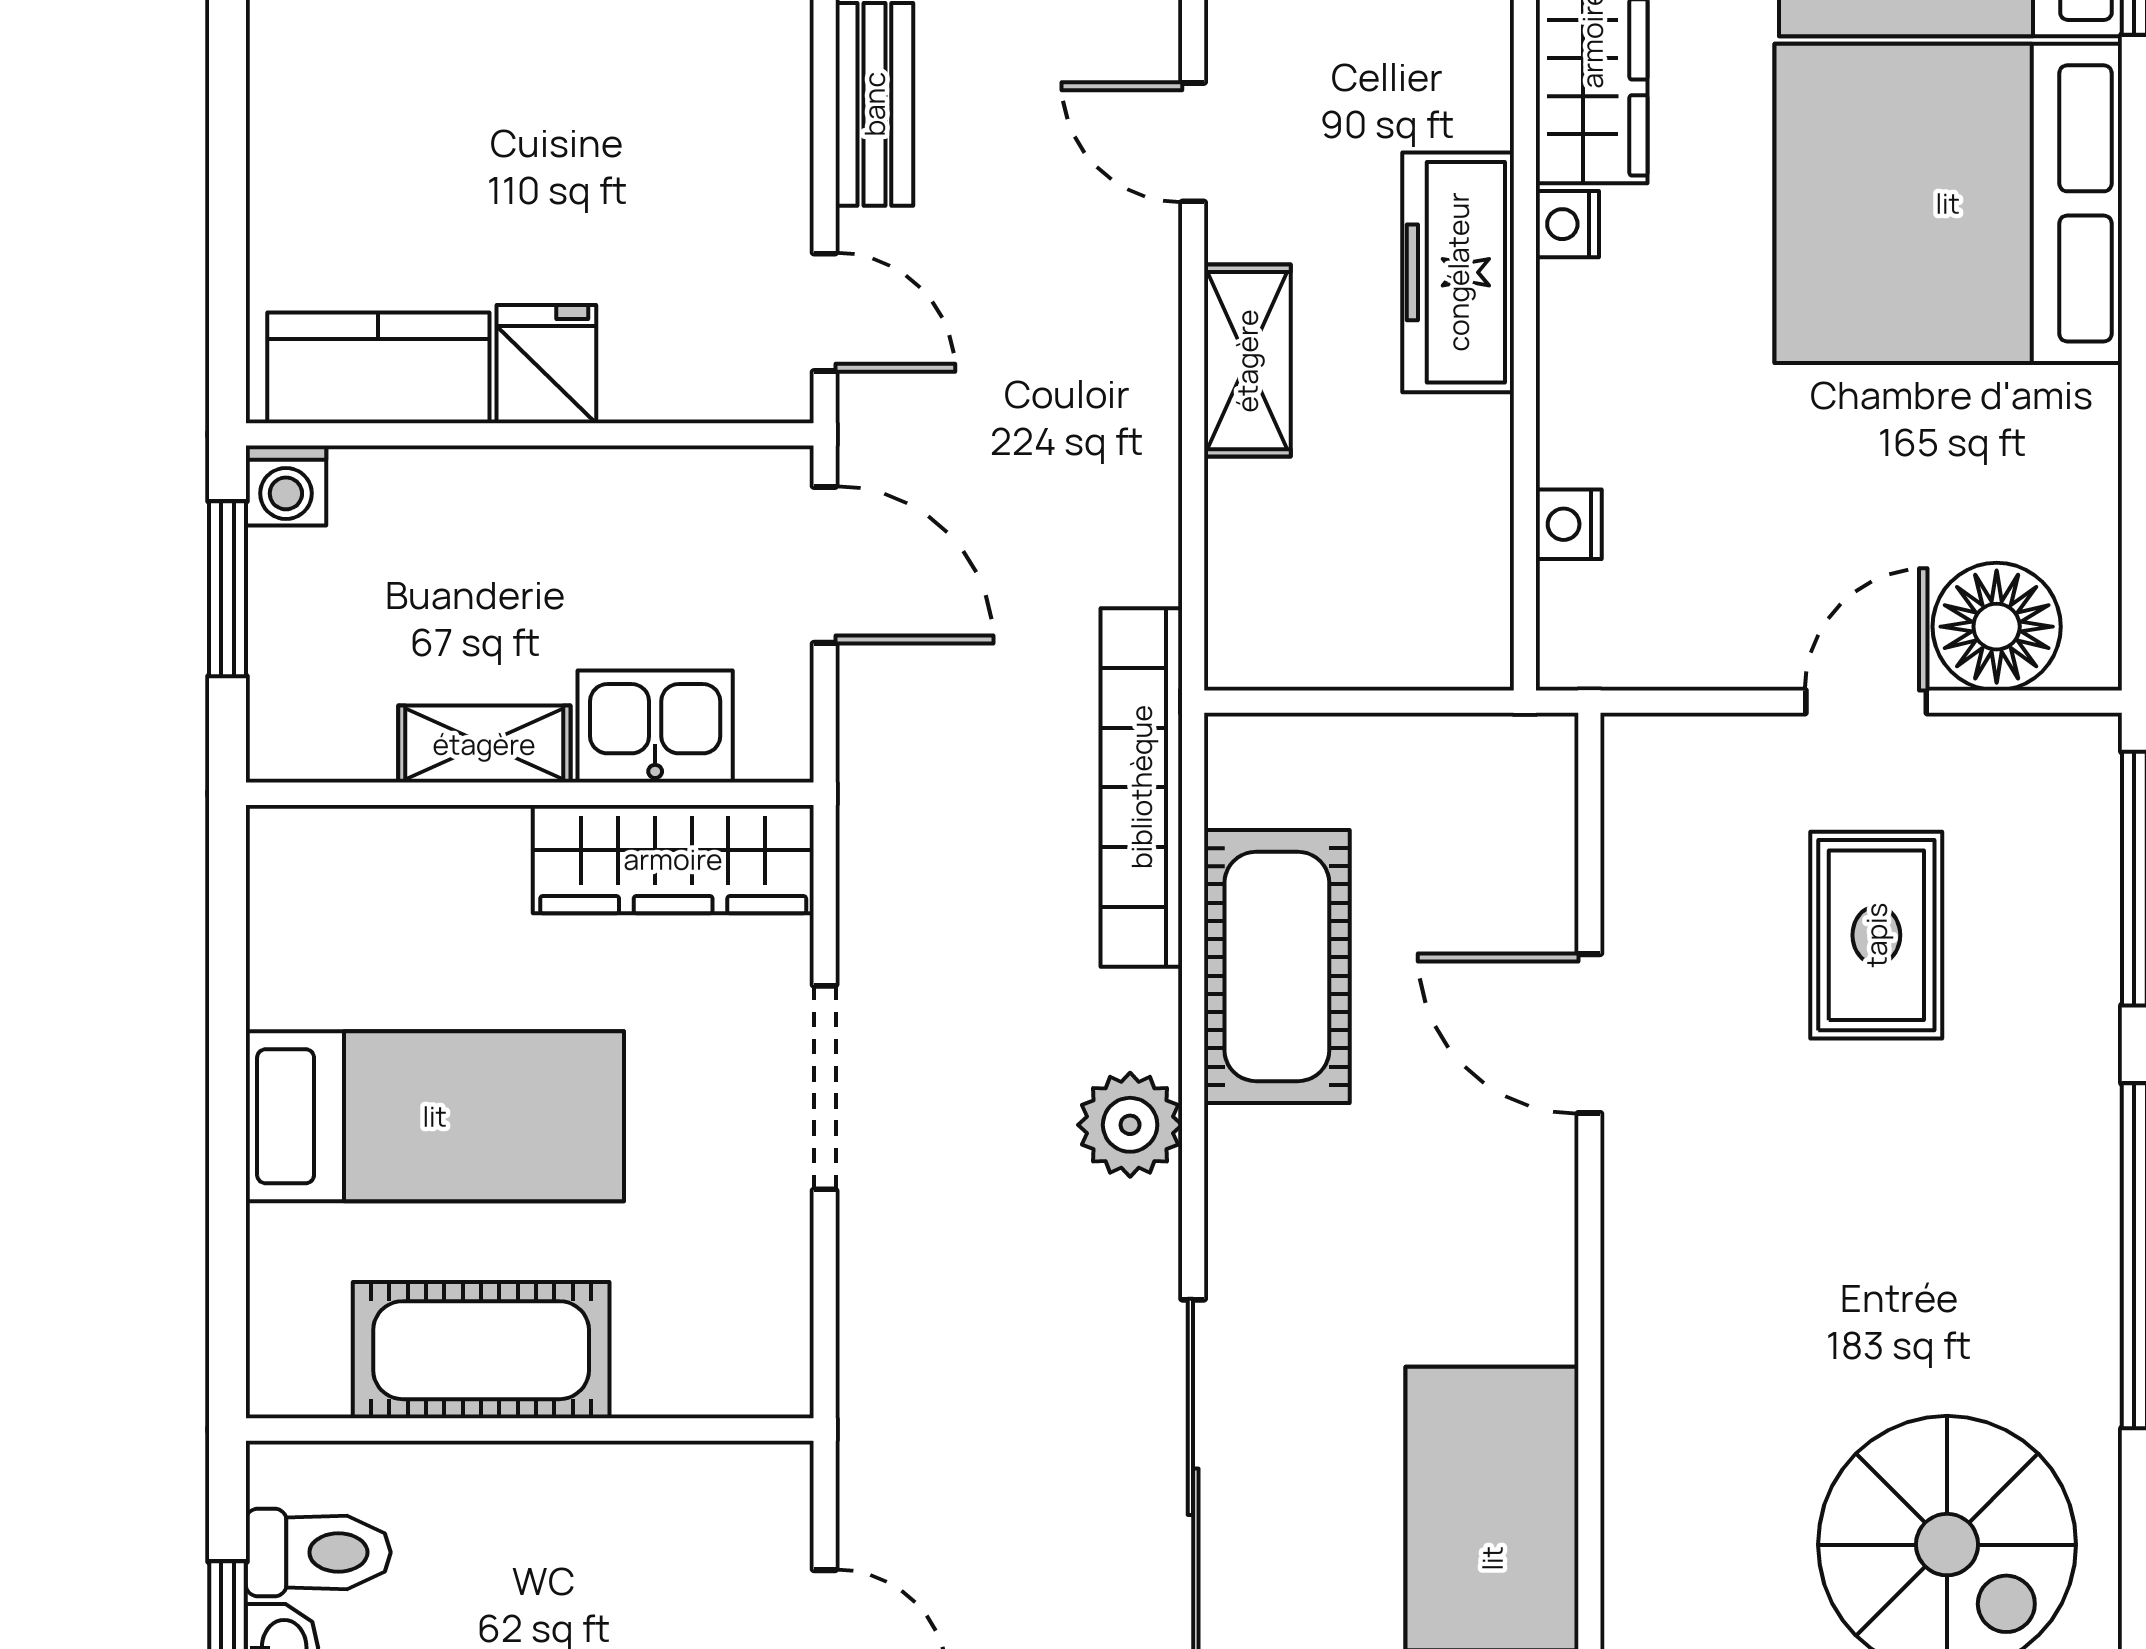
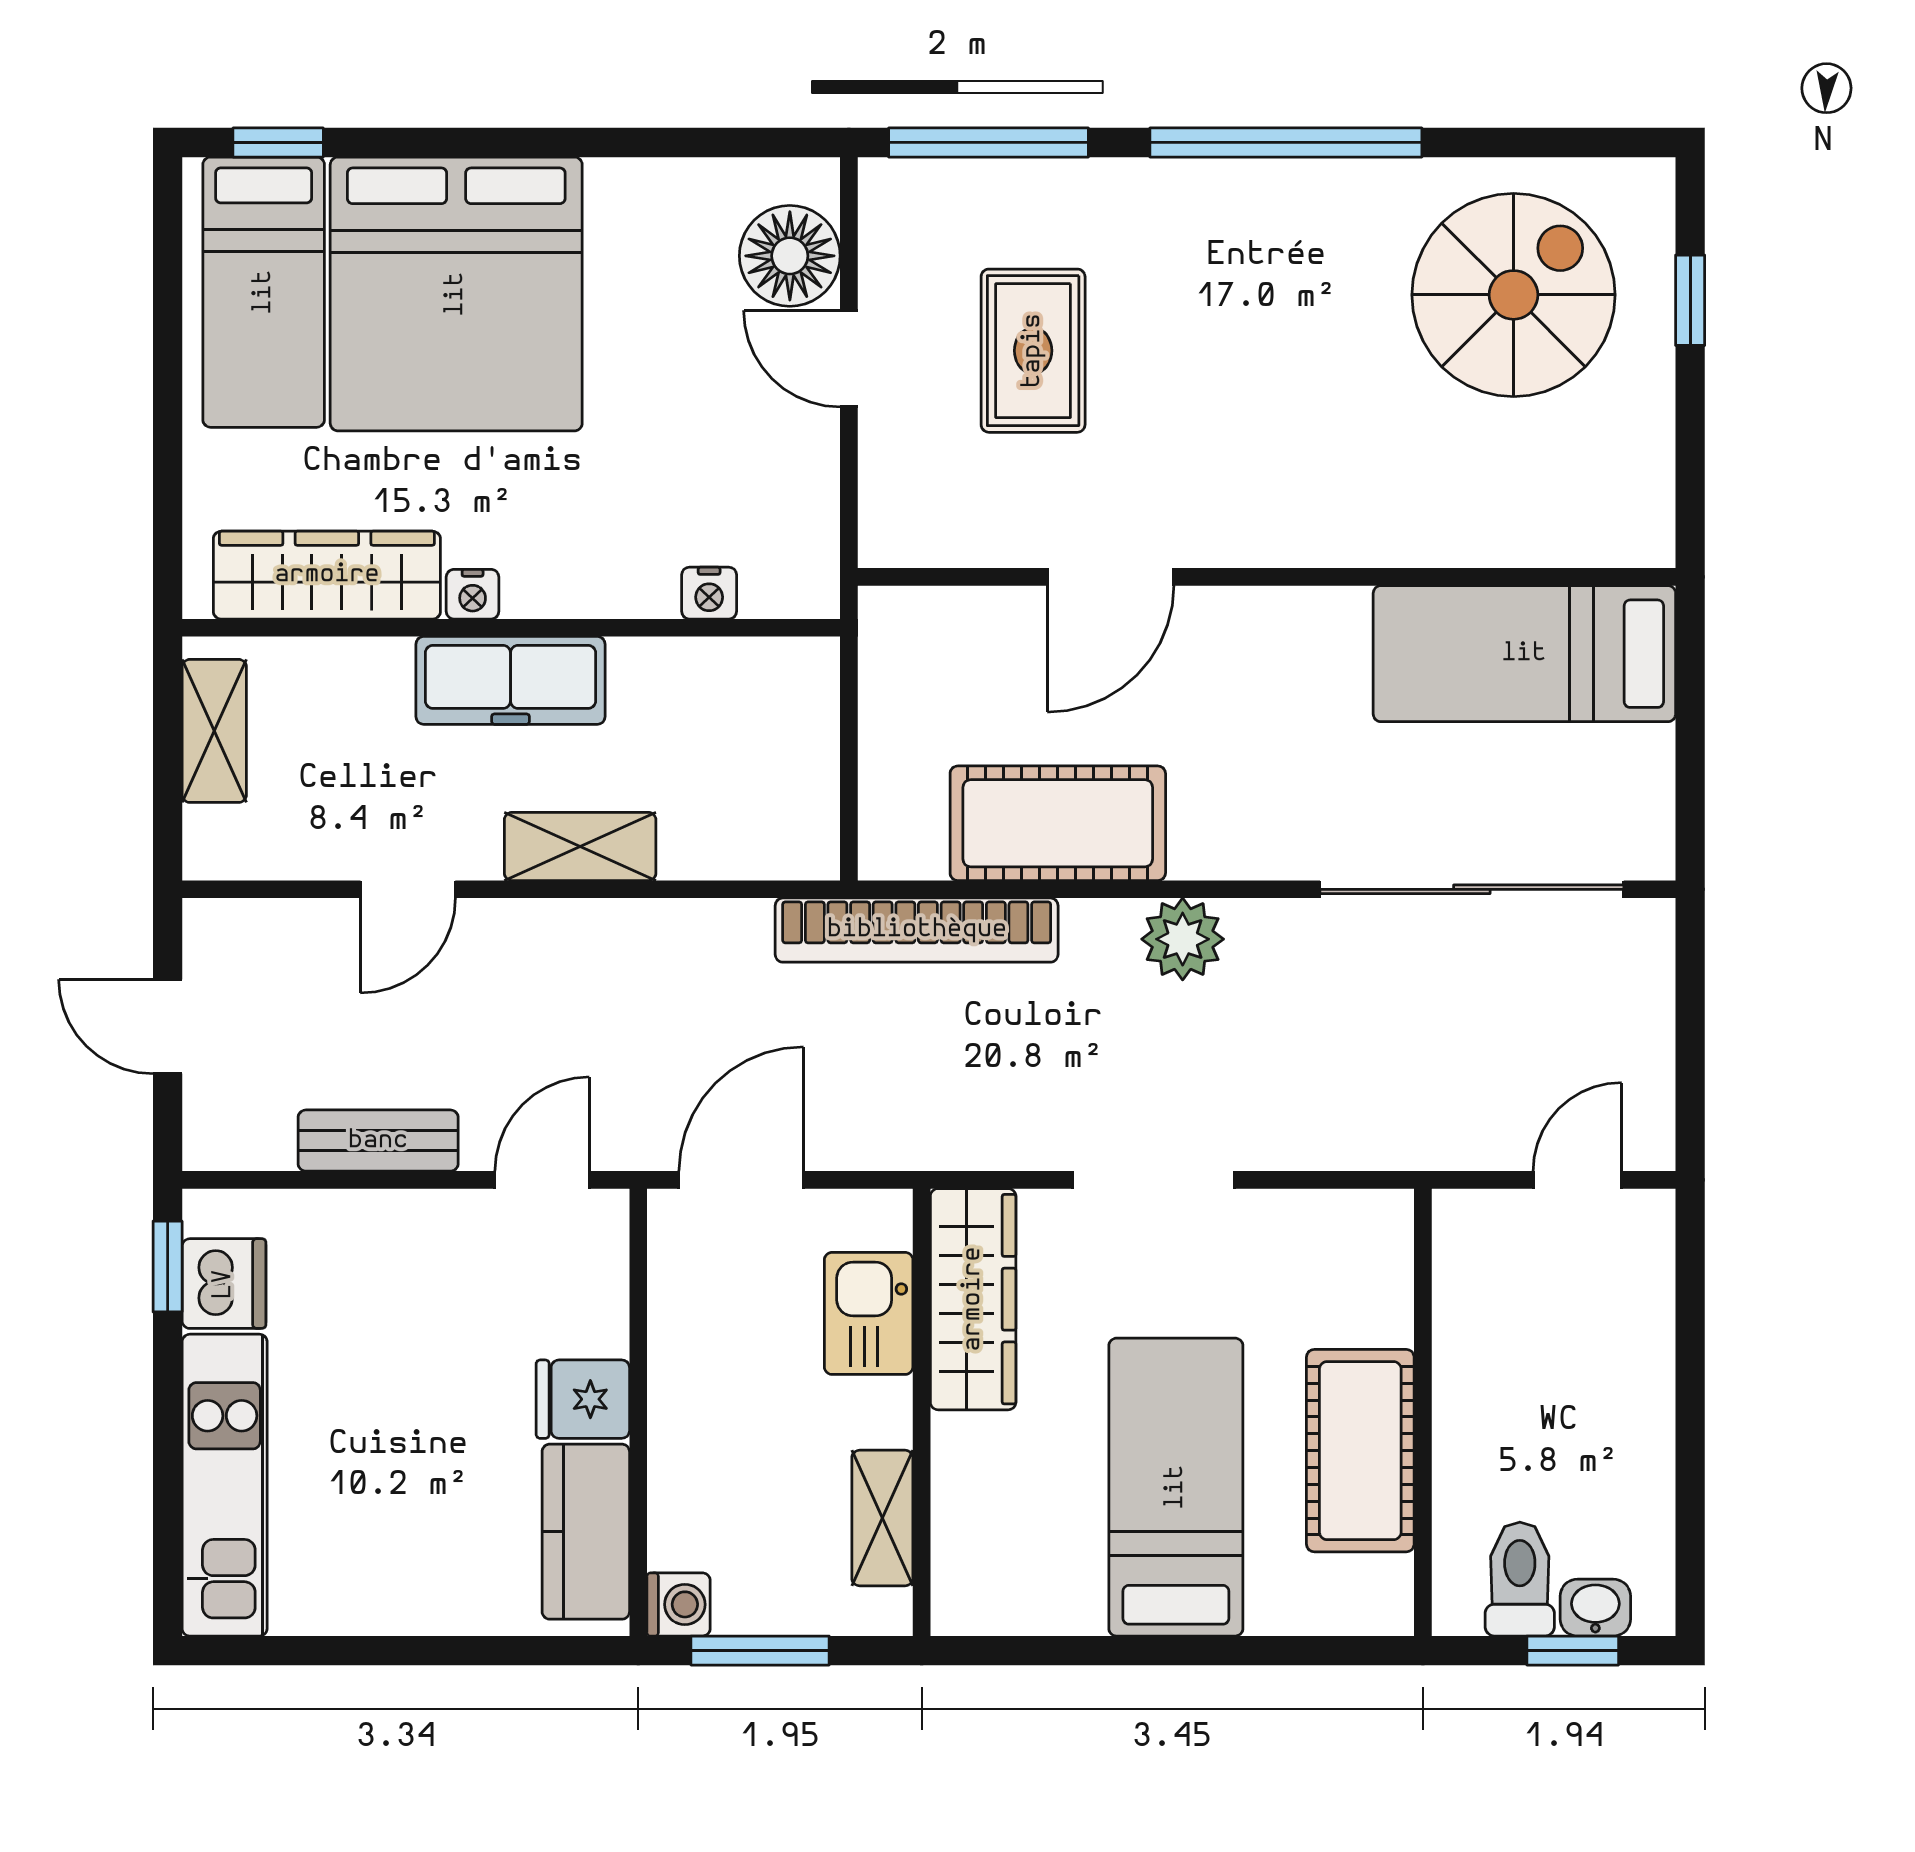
shelving: (484, 744) -> (882, 1518), moved
rug: (1876, 935) -> (1033, 351), turned 90

